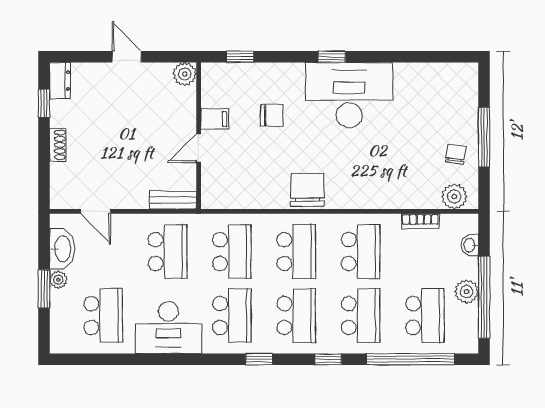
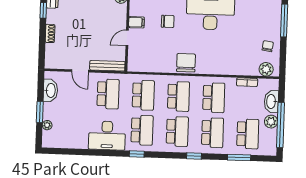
window: (484, 137) -> (284, 20), moved
bench: (173, 200) -> (107, 66), width x1.36
door: (96, 211) -> (80, 71), moved
washbasin: (470, 245) -> (271, 102), width x1.91, depth x1.45
plant: (58, 280) -> (47, 125), moved
school desk: (103, 316) -> (72, 128), removed
window: (259, 359) -> (137, 154), moved
window: (410, 359) -> (239, 158), width x0.47

